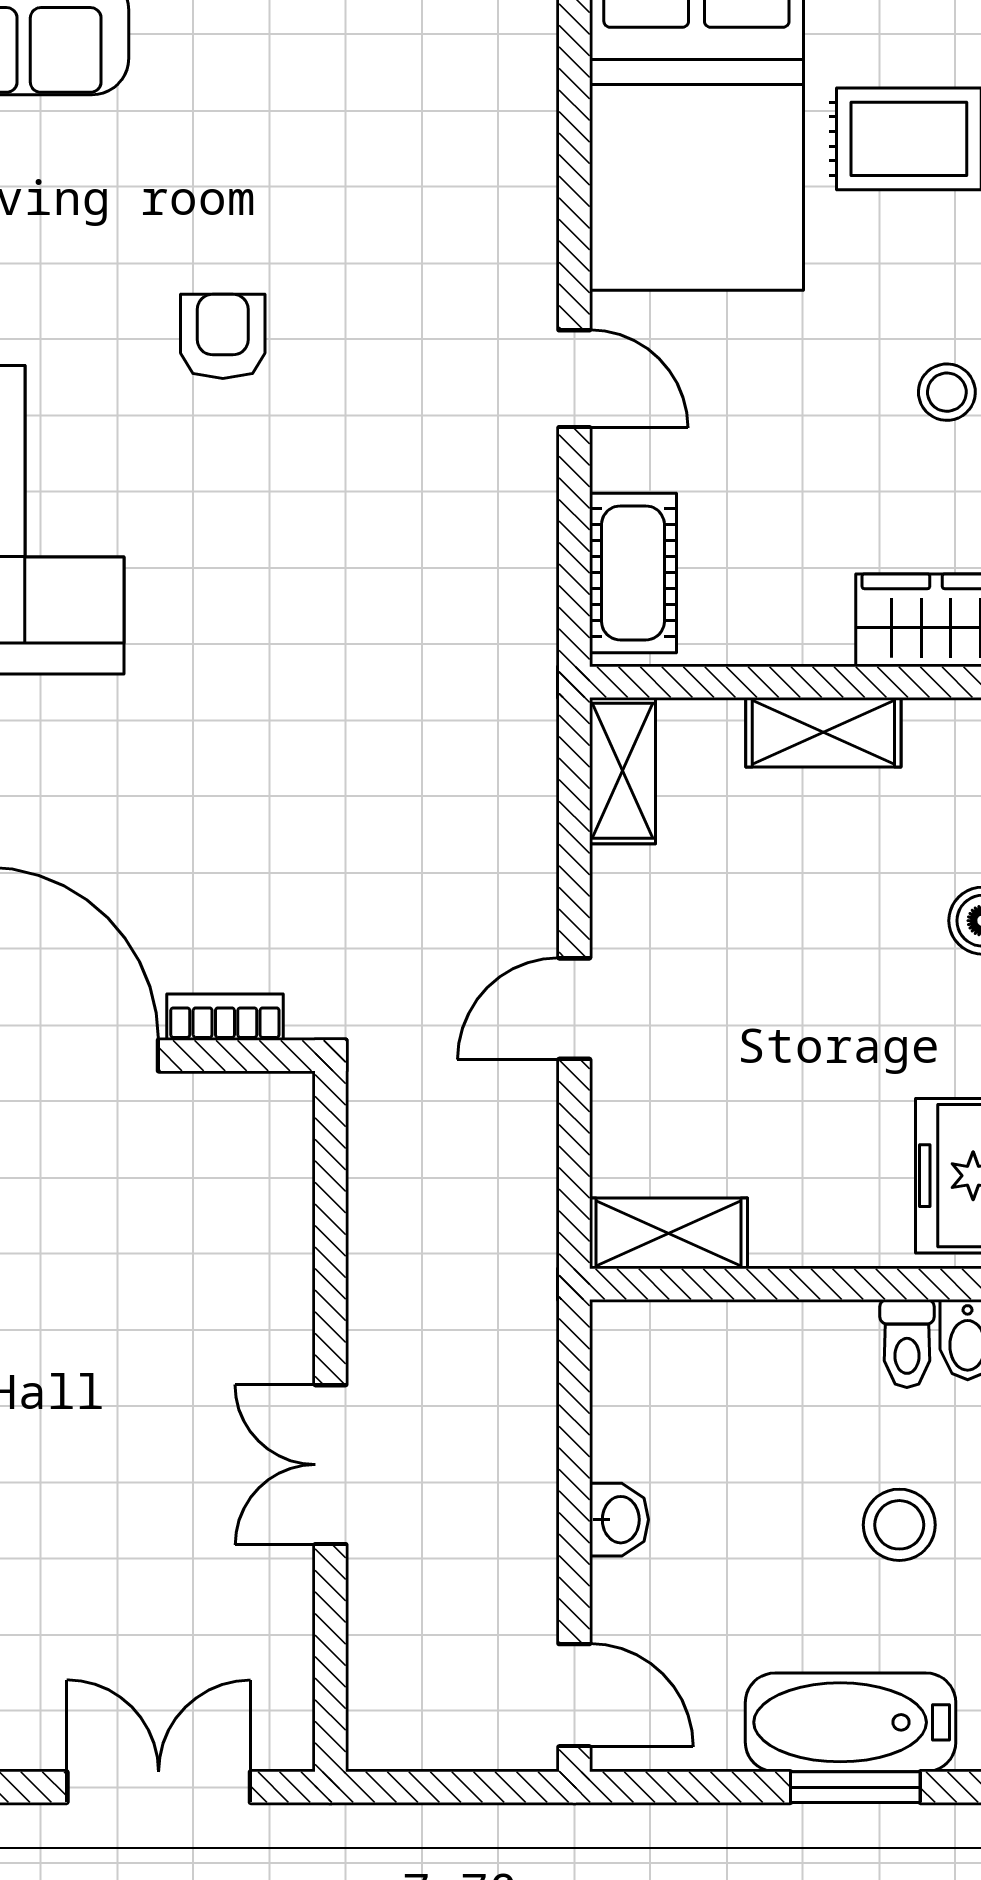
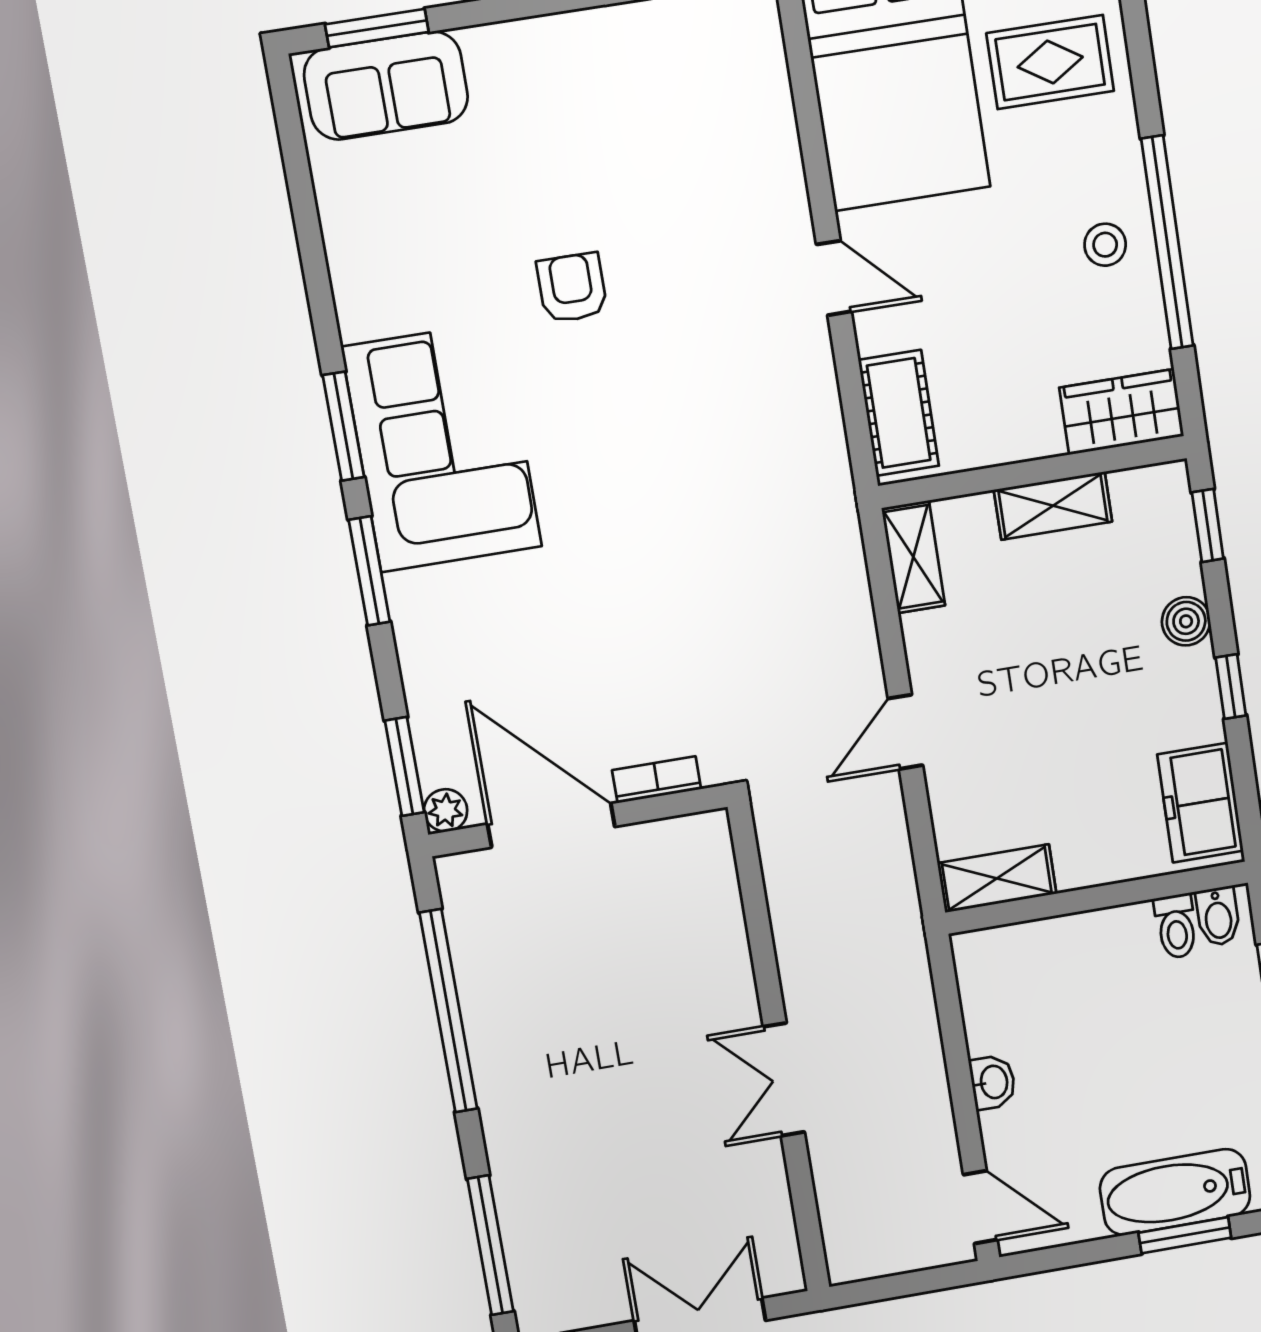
stool: (899, 1525) -> (1189, 1052), removed

